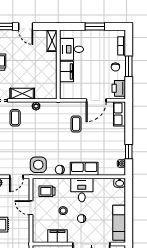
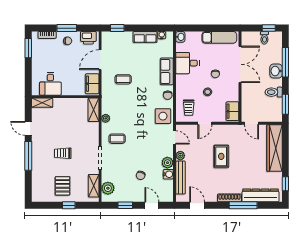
door: (26, 27) -> (28, 128), swing flipped
window: (95, 27) -> (28, 48), moved
filing cabinet: (66, 71) -> (92, 84), moved, turned -90
shelving: (22, 94) -> (93, 110), moved
door: (96, 100) -> (100, 60), swing flipped
row of seats: (119, 114) -> (145, 37), moved
window: (129, 152) -> (117, 28), moved
desk: (82, 190) -> (187, 63), moved
filing cabinet: (57, 236) -> (232, 111), moved

